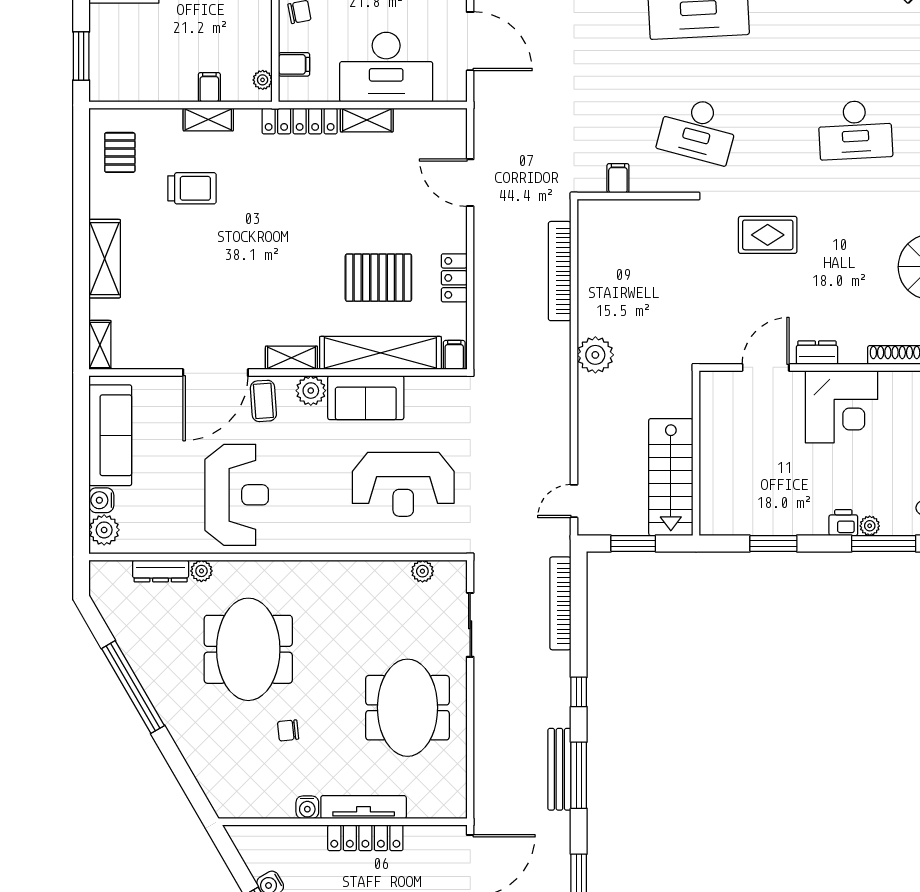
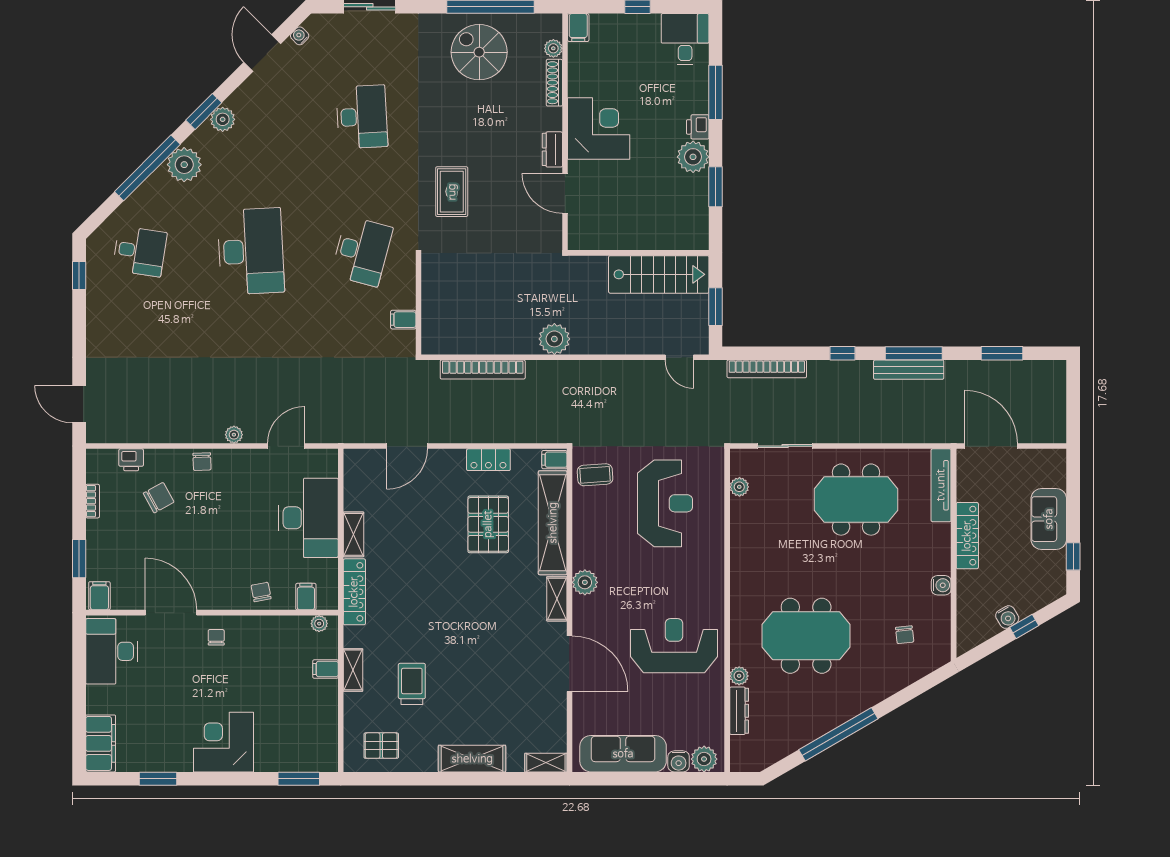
door: (470, 41) -> (286, 446), width x0.73
sofa: (366, 398) -> (591, 535), removed
coffee table: (263, 401) -> (595, 475), moved
plant: (870, 526) -> (693, 157), moved, width x1.88, depth x1.88
chair: (288, 730) -> (905, 635), moved
tv unit: (364, 807) -> (941, 485), moved

